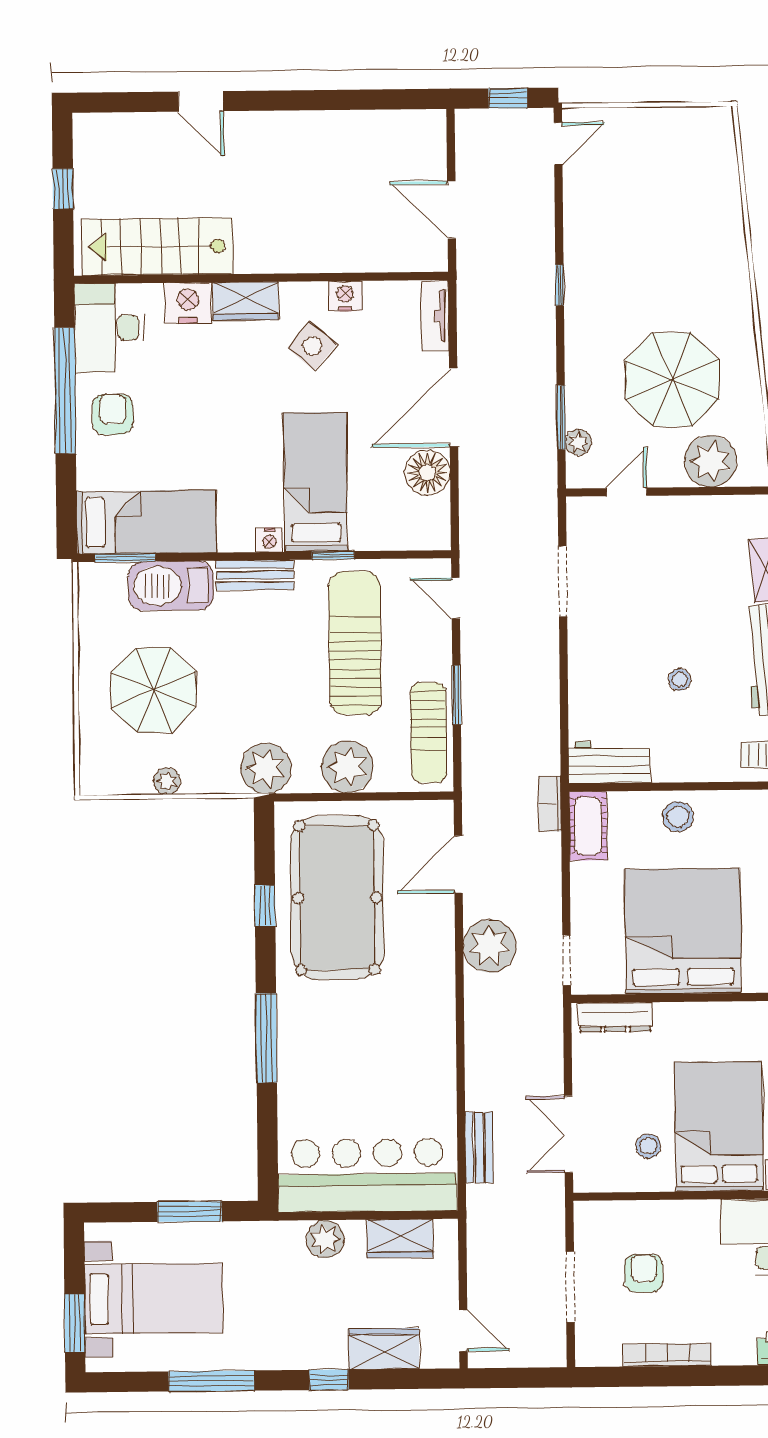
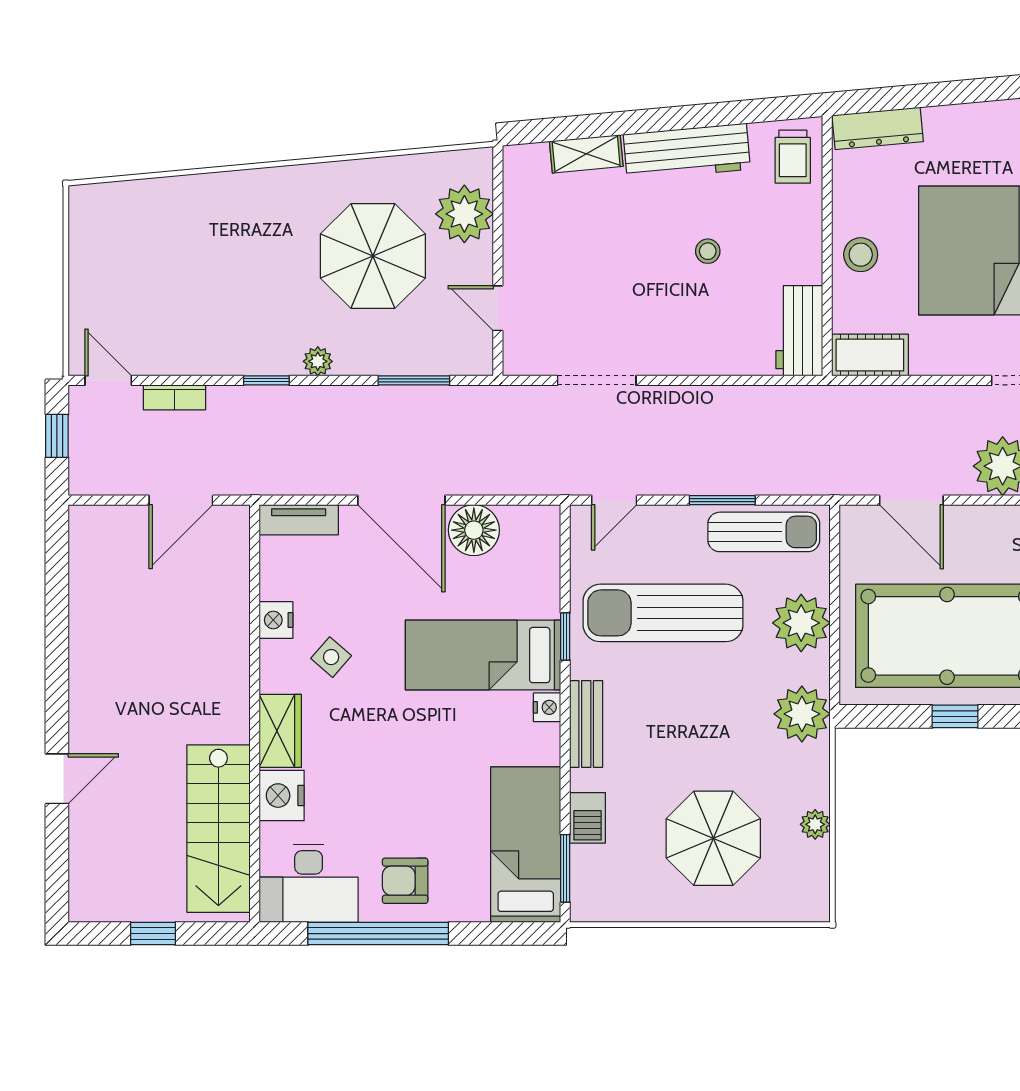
side table: (312, 346) -> (331, 657), width x0.73, depth x0.73
plant: (578, 442) -> (318, 361), moved
barbecue: (171, 586) -> (588, 818), width x0.53, depth x0.65
bookcase: (550, 804) -> (174, 397), moved

